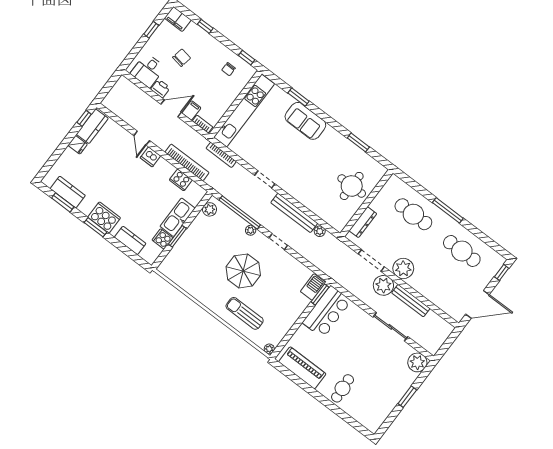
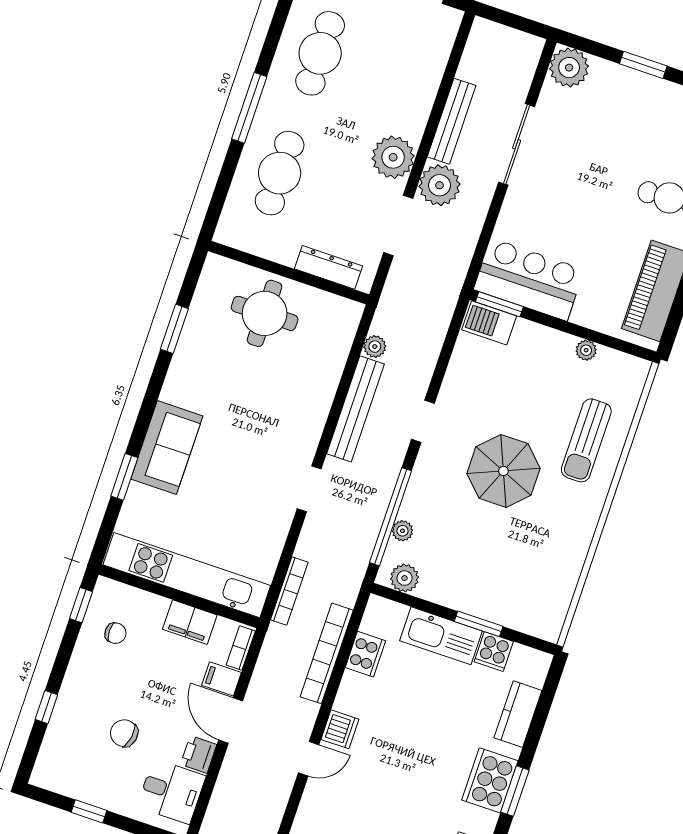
filing cabinet: (178, 19) -> (190, 622), moved, turned 90
plant: (251, 230) -> (403, 531), moved
plant: (269, 349) -> (586, 350), moved

